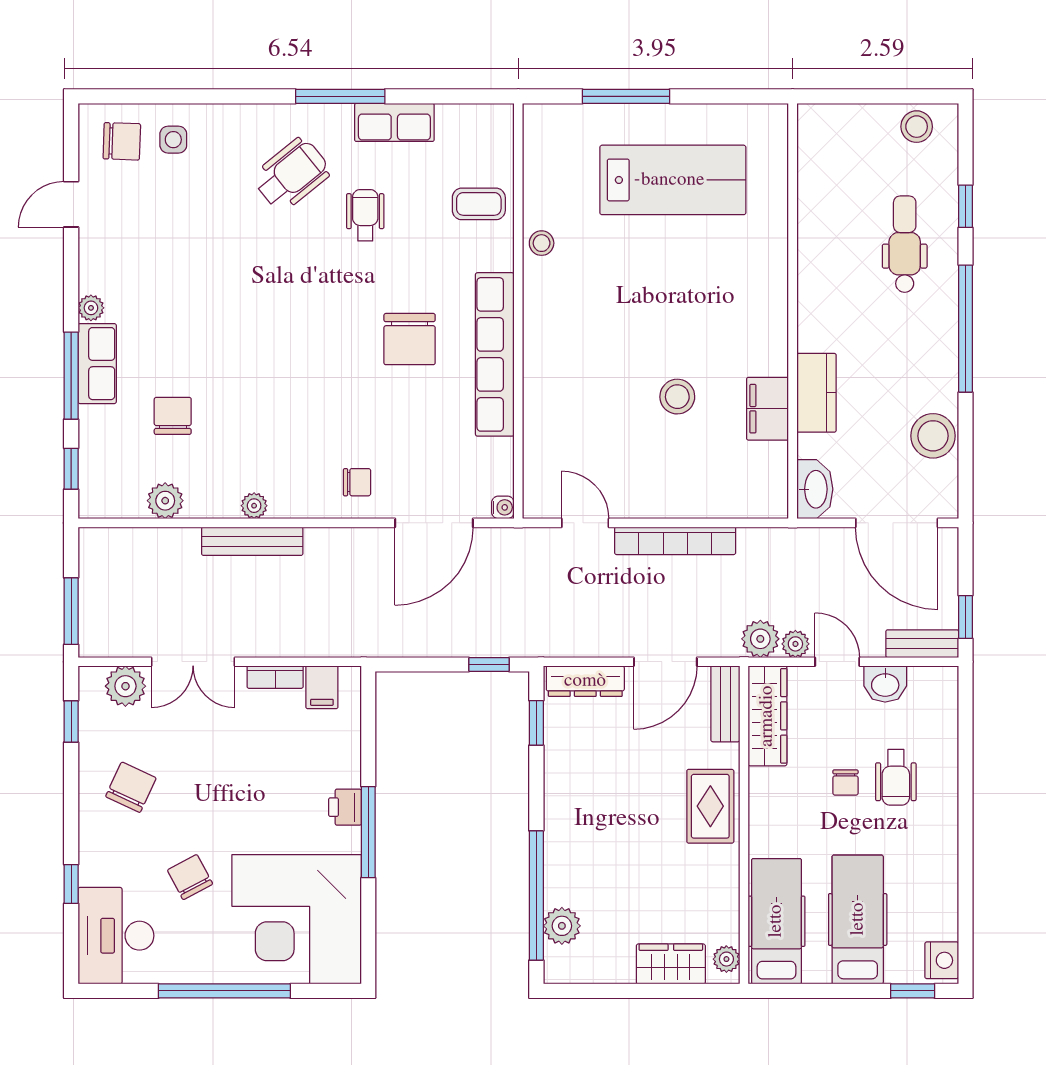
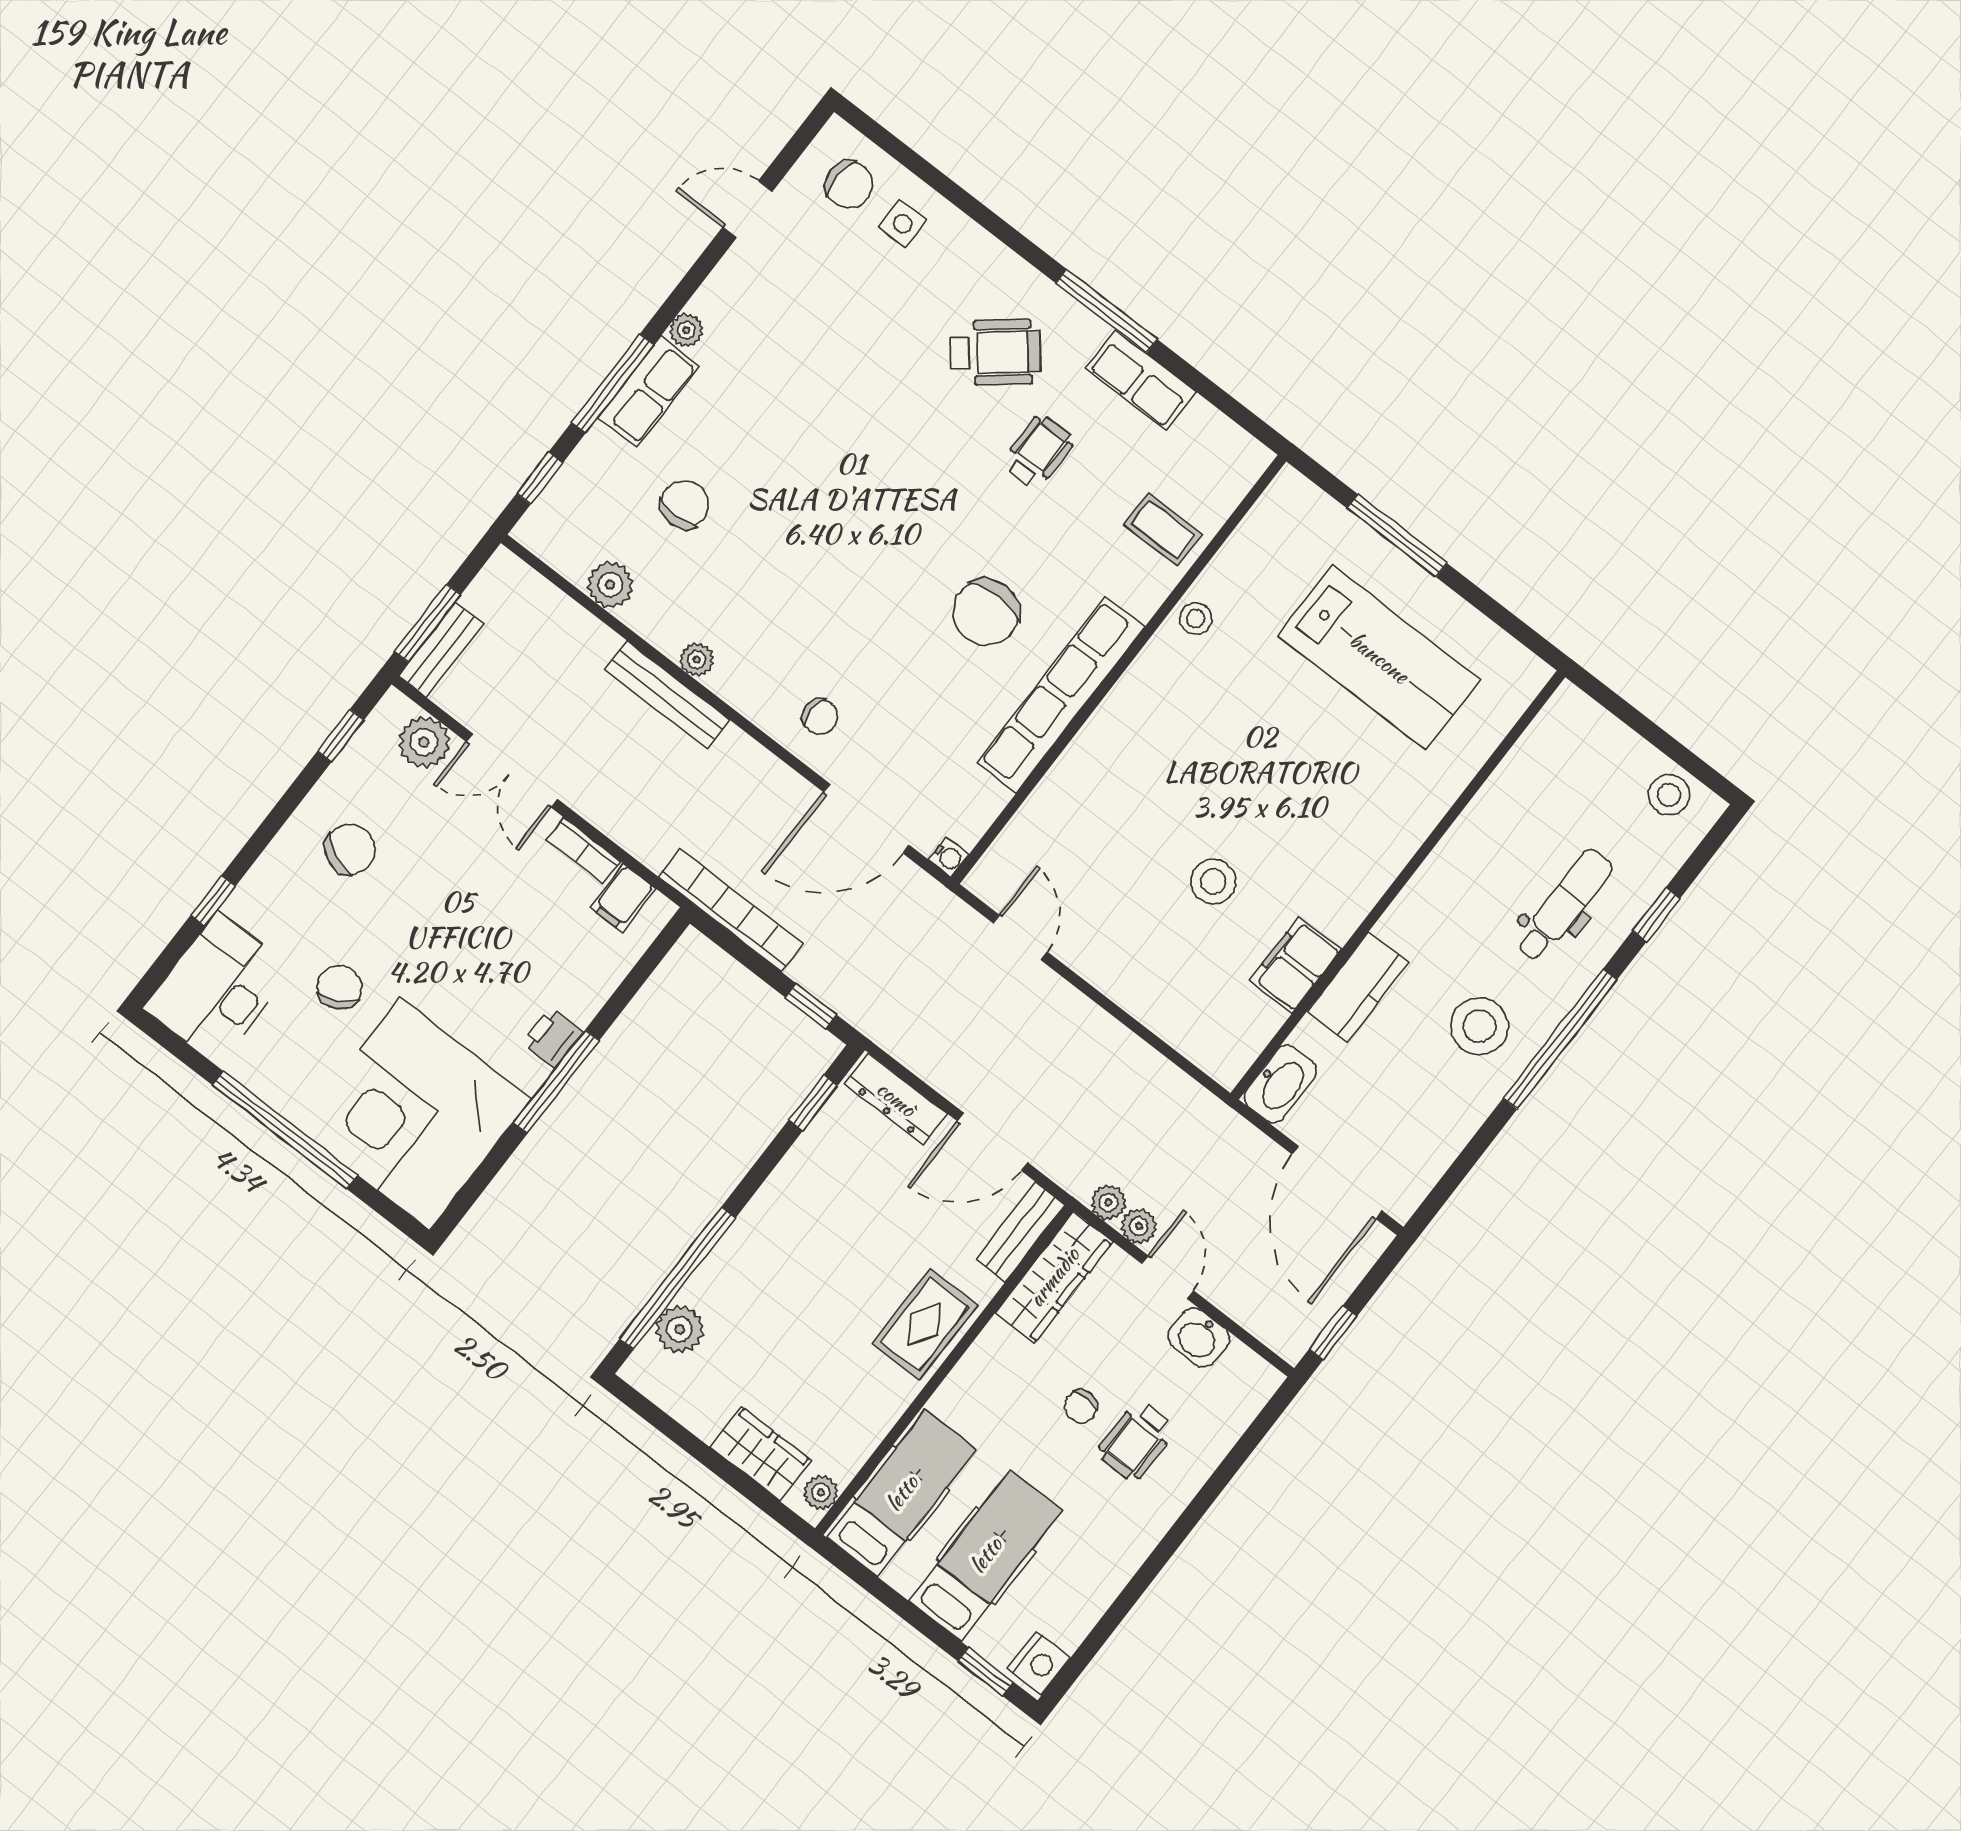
stool: (933, 436) -> (1479, 1026), moved
bookcase: (675, 541) -> (731, 910), moved, turned 180
plant: (760, 639) -> (1108, 1202), width x0.73, depth x0.73
bench: (922, 644) -> (441, 650), moved, turned 90

